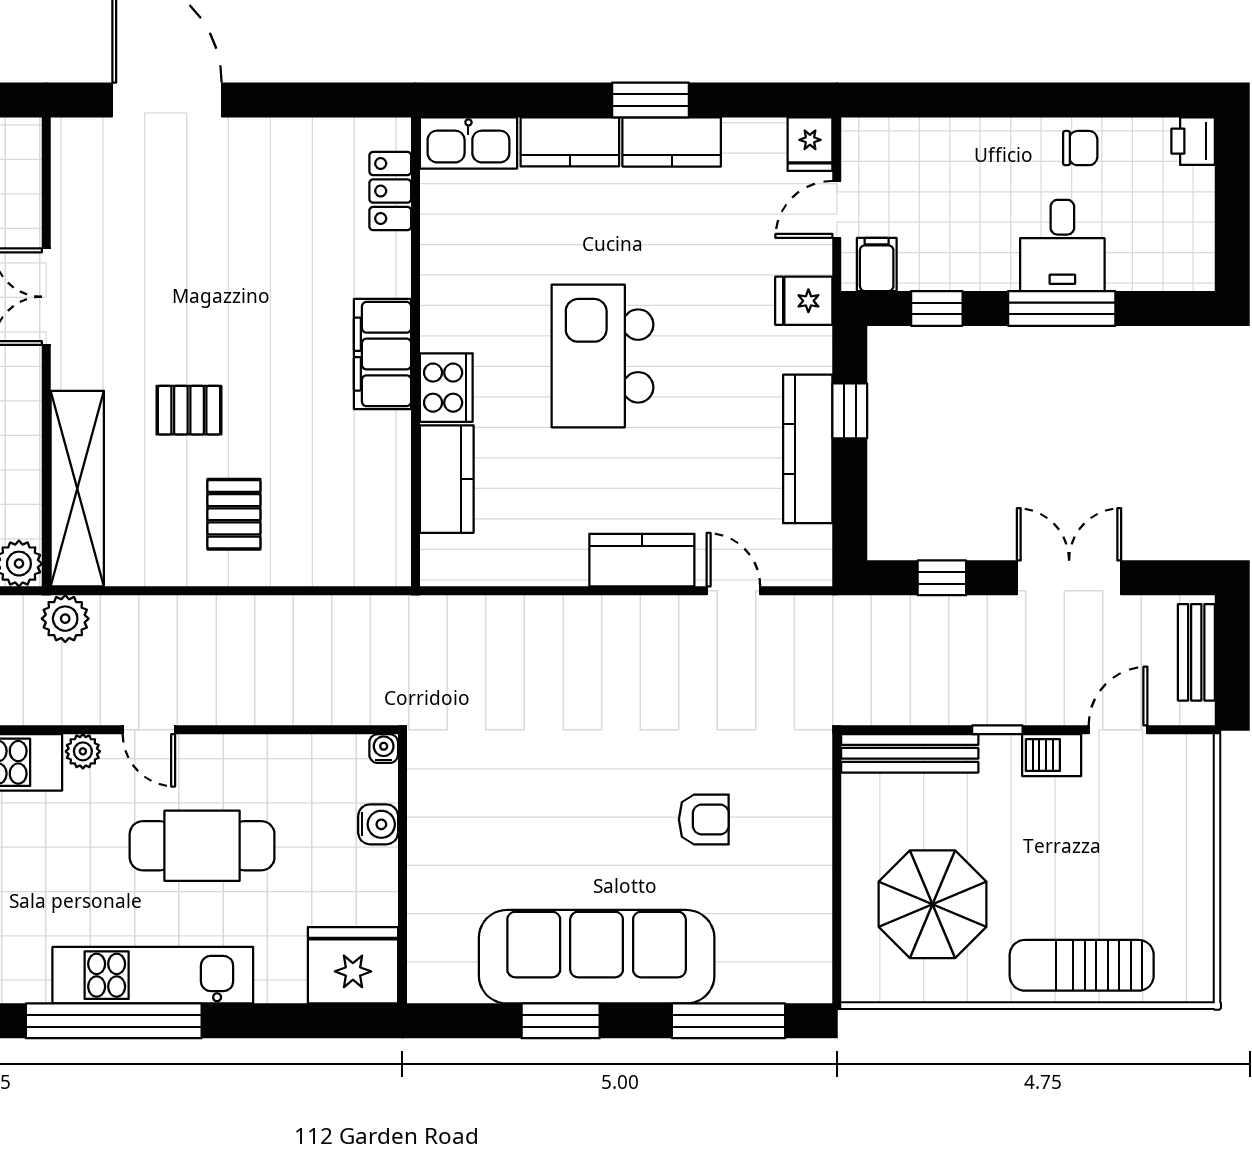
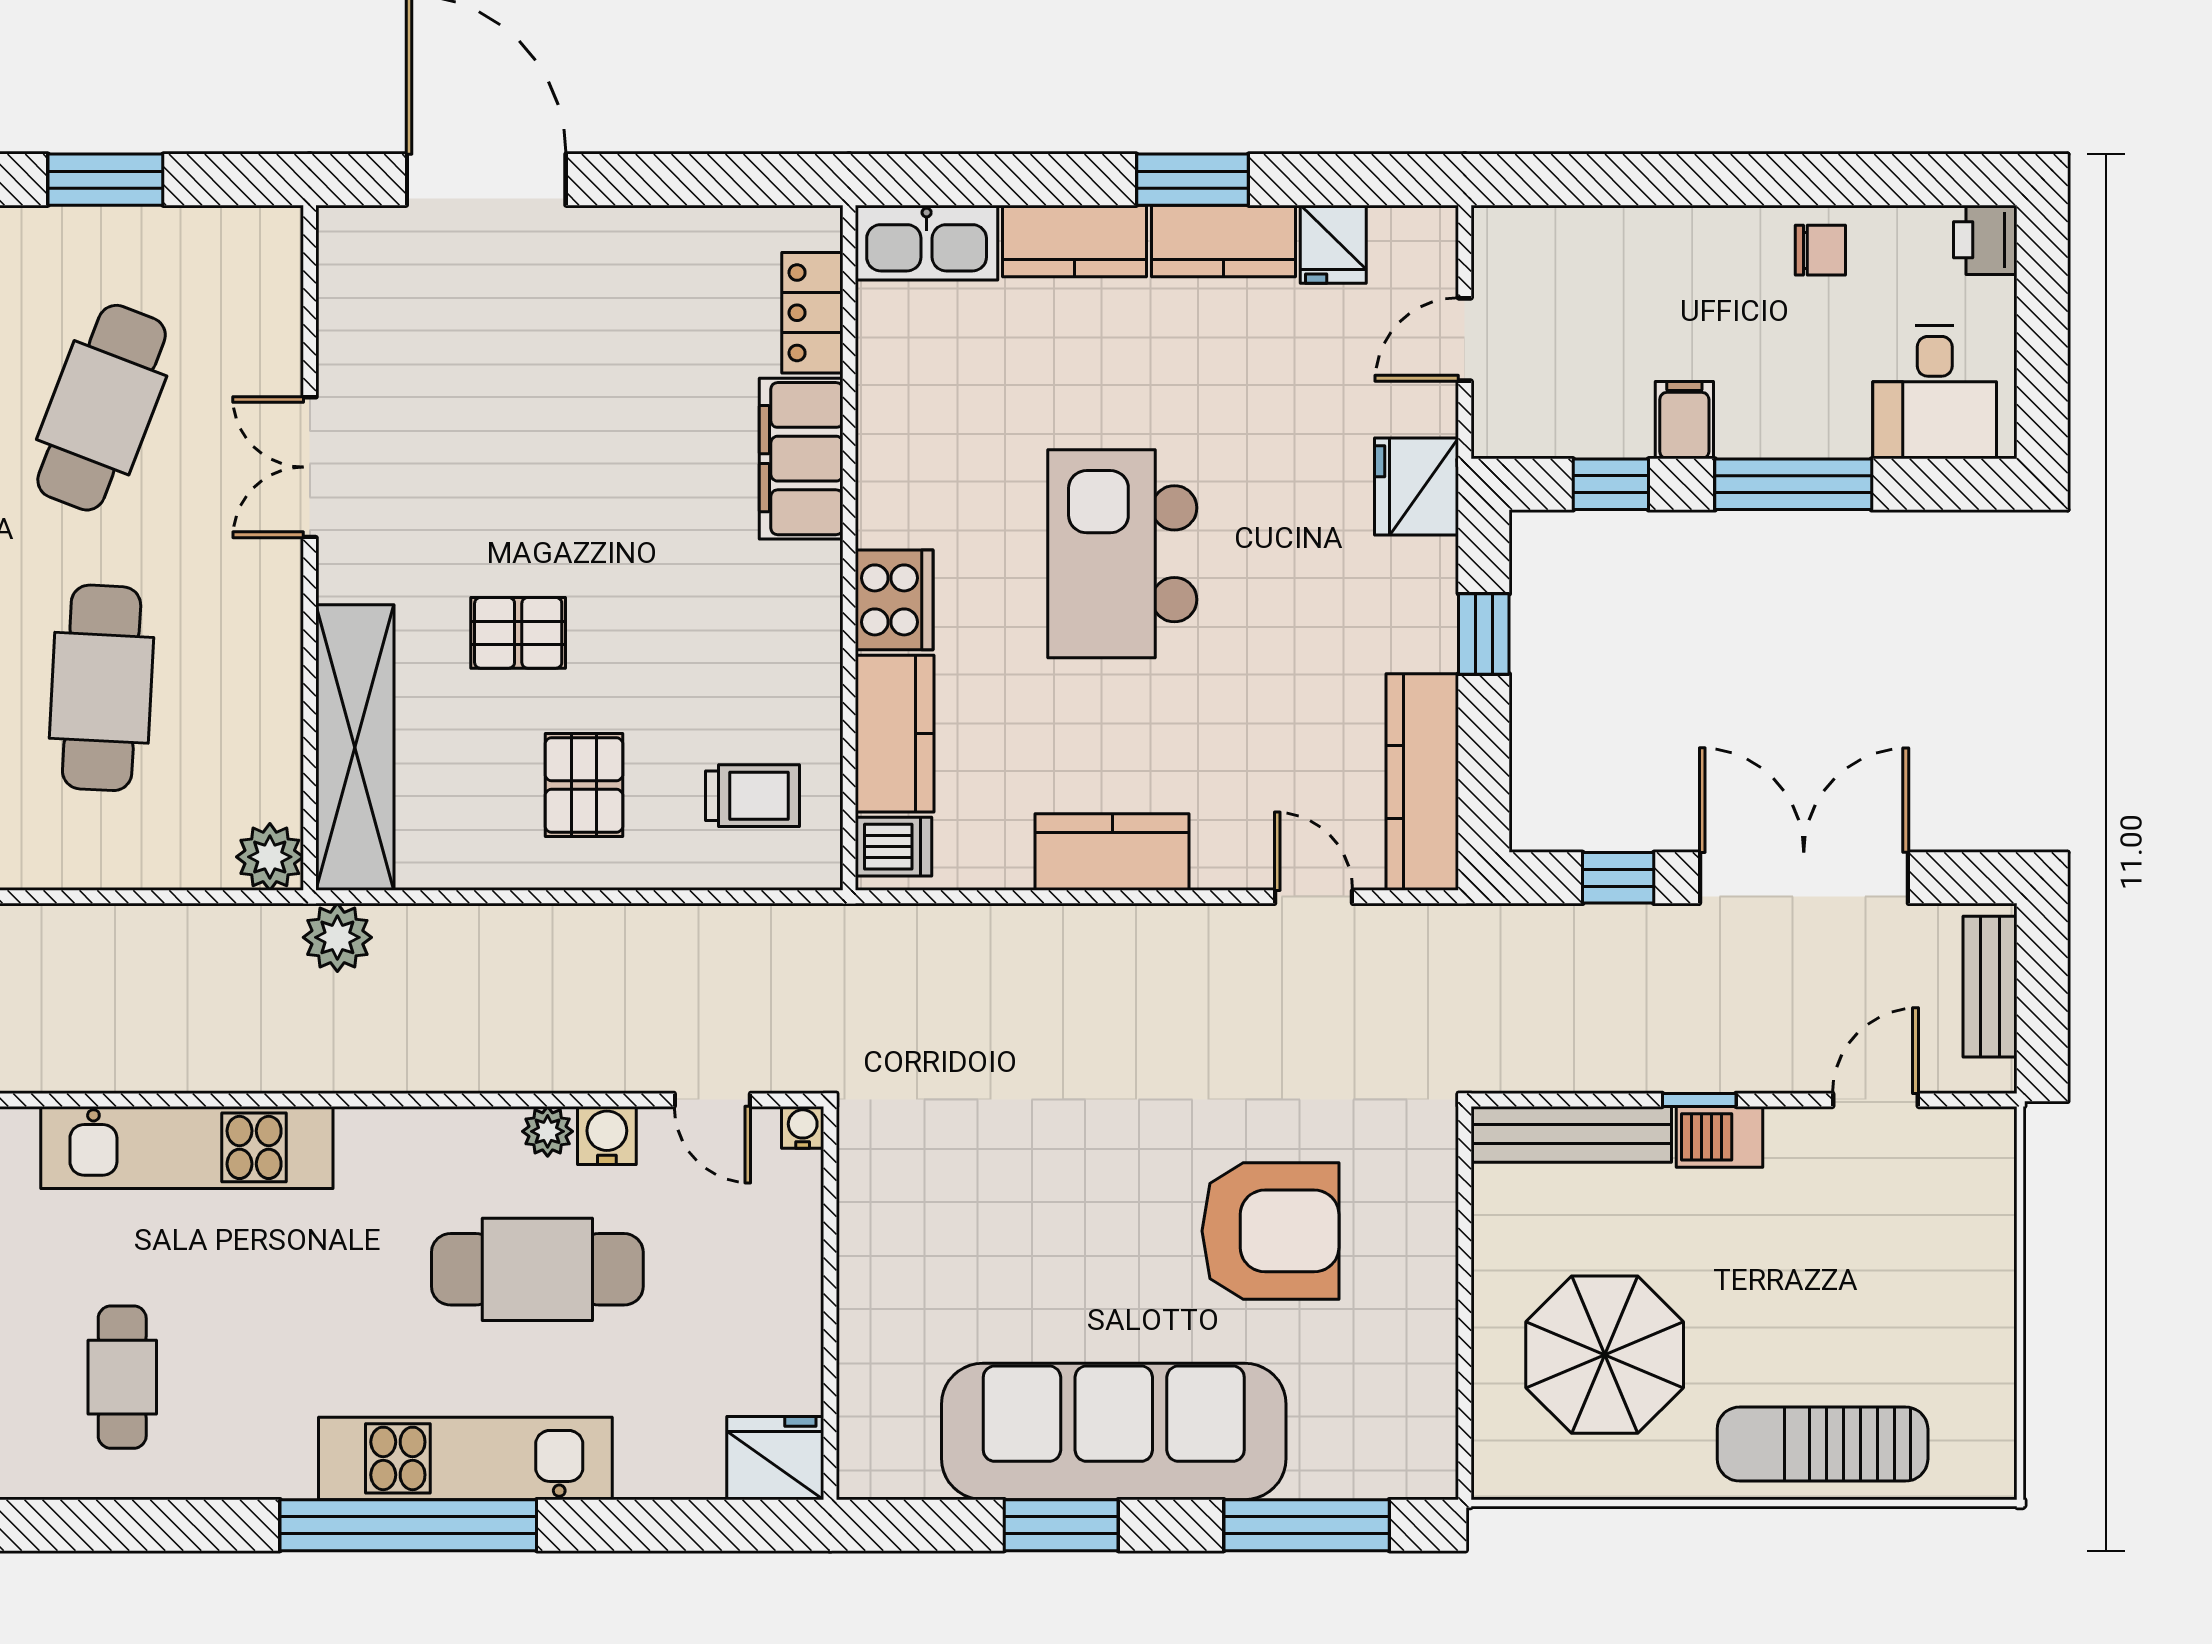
fridge: (810, 144) -> (1333, 244), moved
desk: (1062, 245) -> (1935, 392), moved
filing cabinet: (877, 265) -> (1684, 420), moved
fridge: (804, 301) -> (1417, 487), width x1.38
filing cabinet: (383, 354) -> (801, 459), moved
kitchen counter: (808, 449) -> (1422, 782), moved
trolley: (349, 522) -> (752, 796), added
dishwasher: (446, 556) -> (894, 847), added
kitchen counter: (642, 560) -> (1112, 852), moved
double door: (1069, 578) -> (1804, 878), width x1.37
door: (149, 730) -> (712, 1100), moved
plant: (83, 751) -> (548, 1131), moved
barbecue: (1052, 755) -> (1719, 1137), moved
armchair: (704, 819) -> (1270, 1231), width x1.88, depth x1.88
water cooler: (378, 824) -> (607, 1135), moved, turned -90
fridge: (353, 965) -> (775, 1458), width x0.73, depth x0.75

